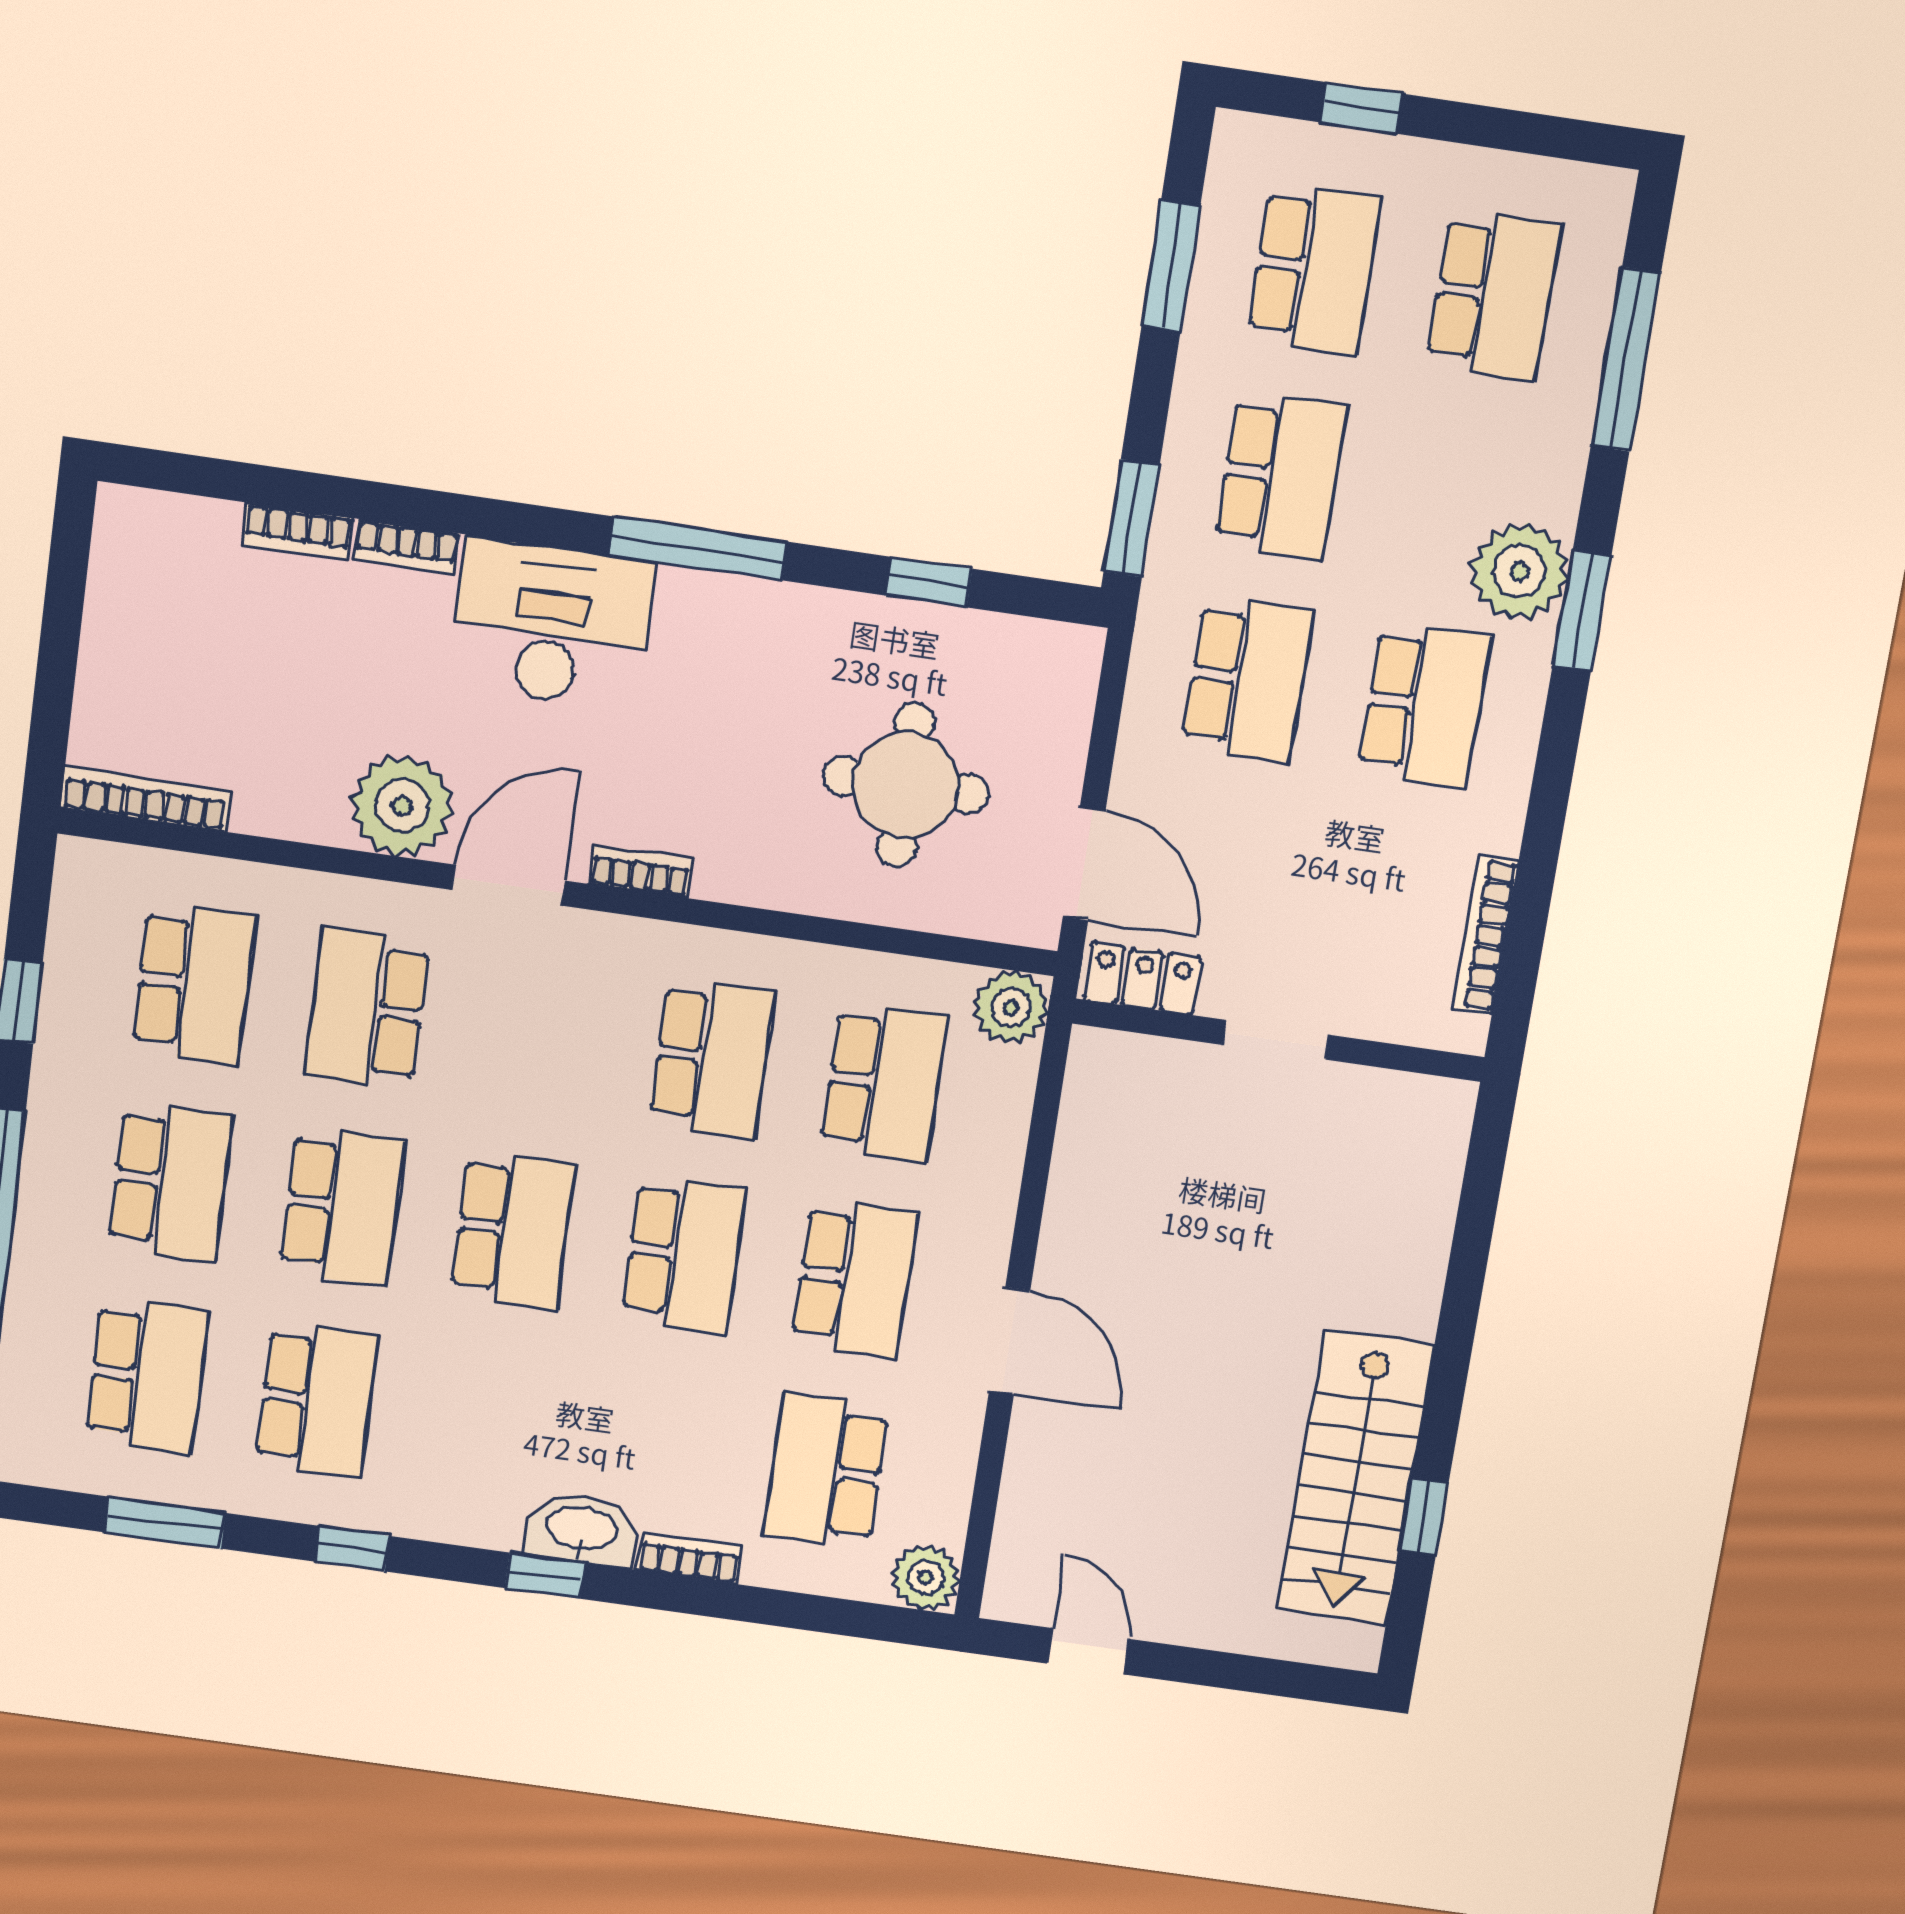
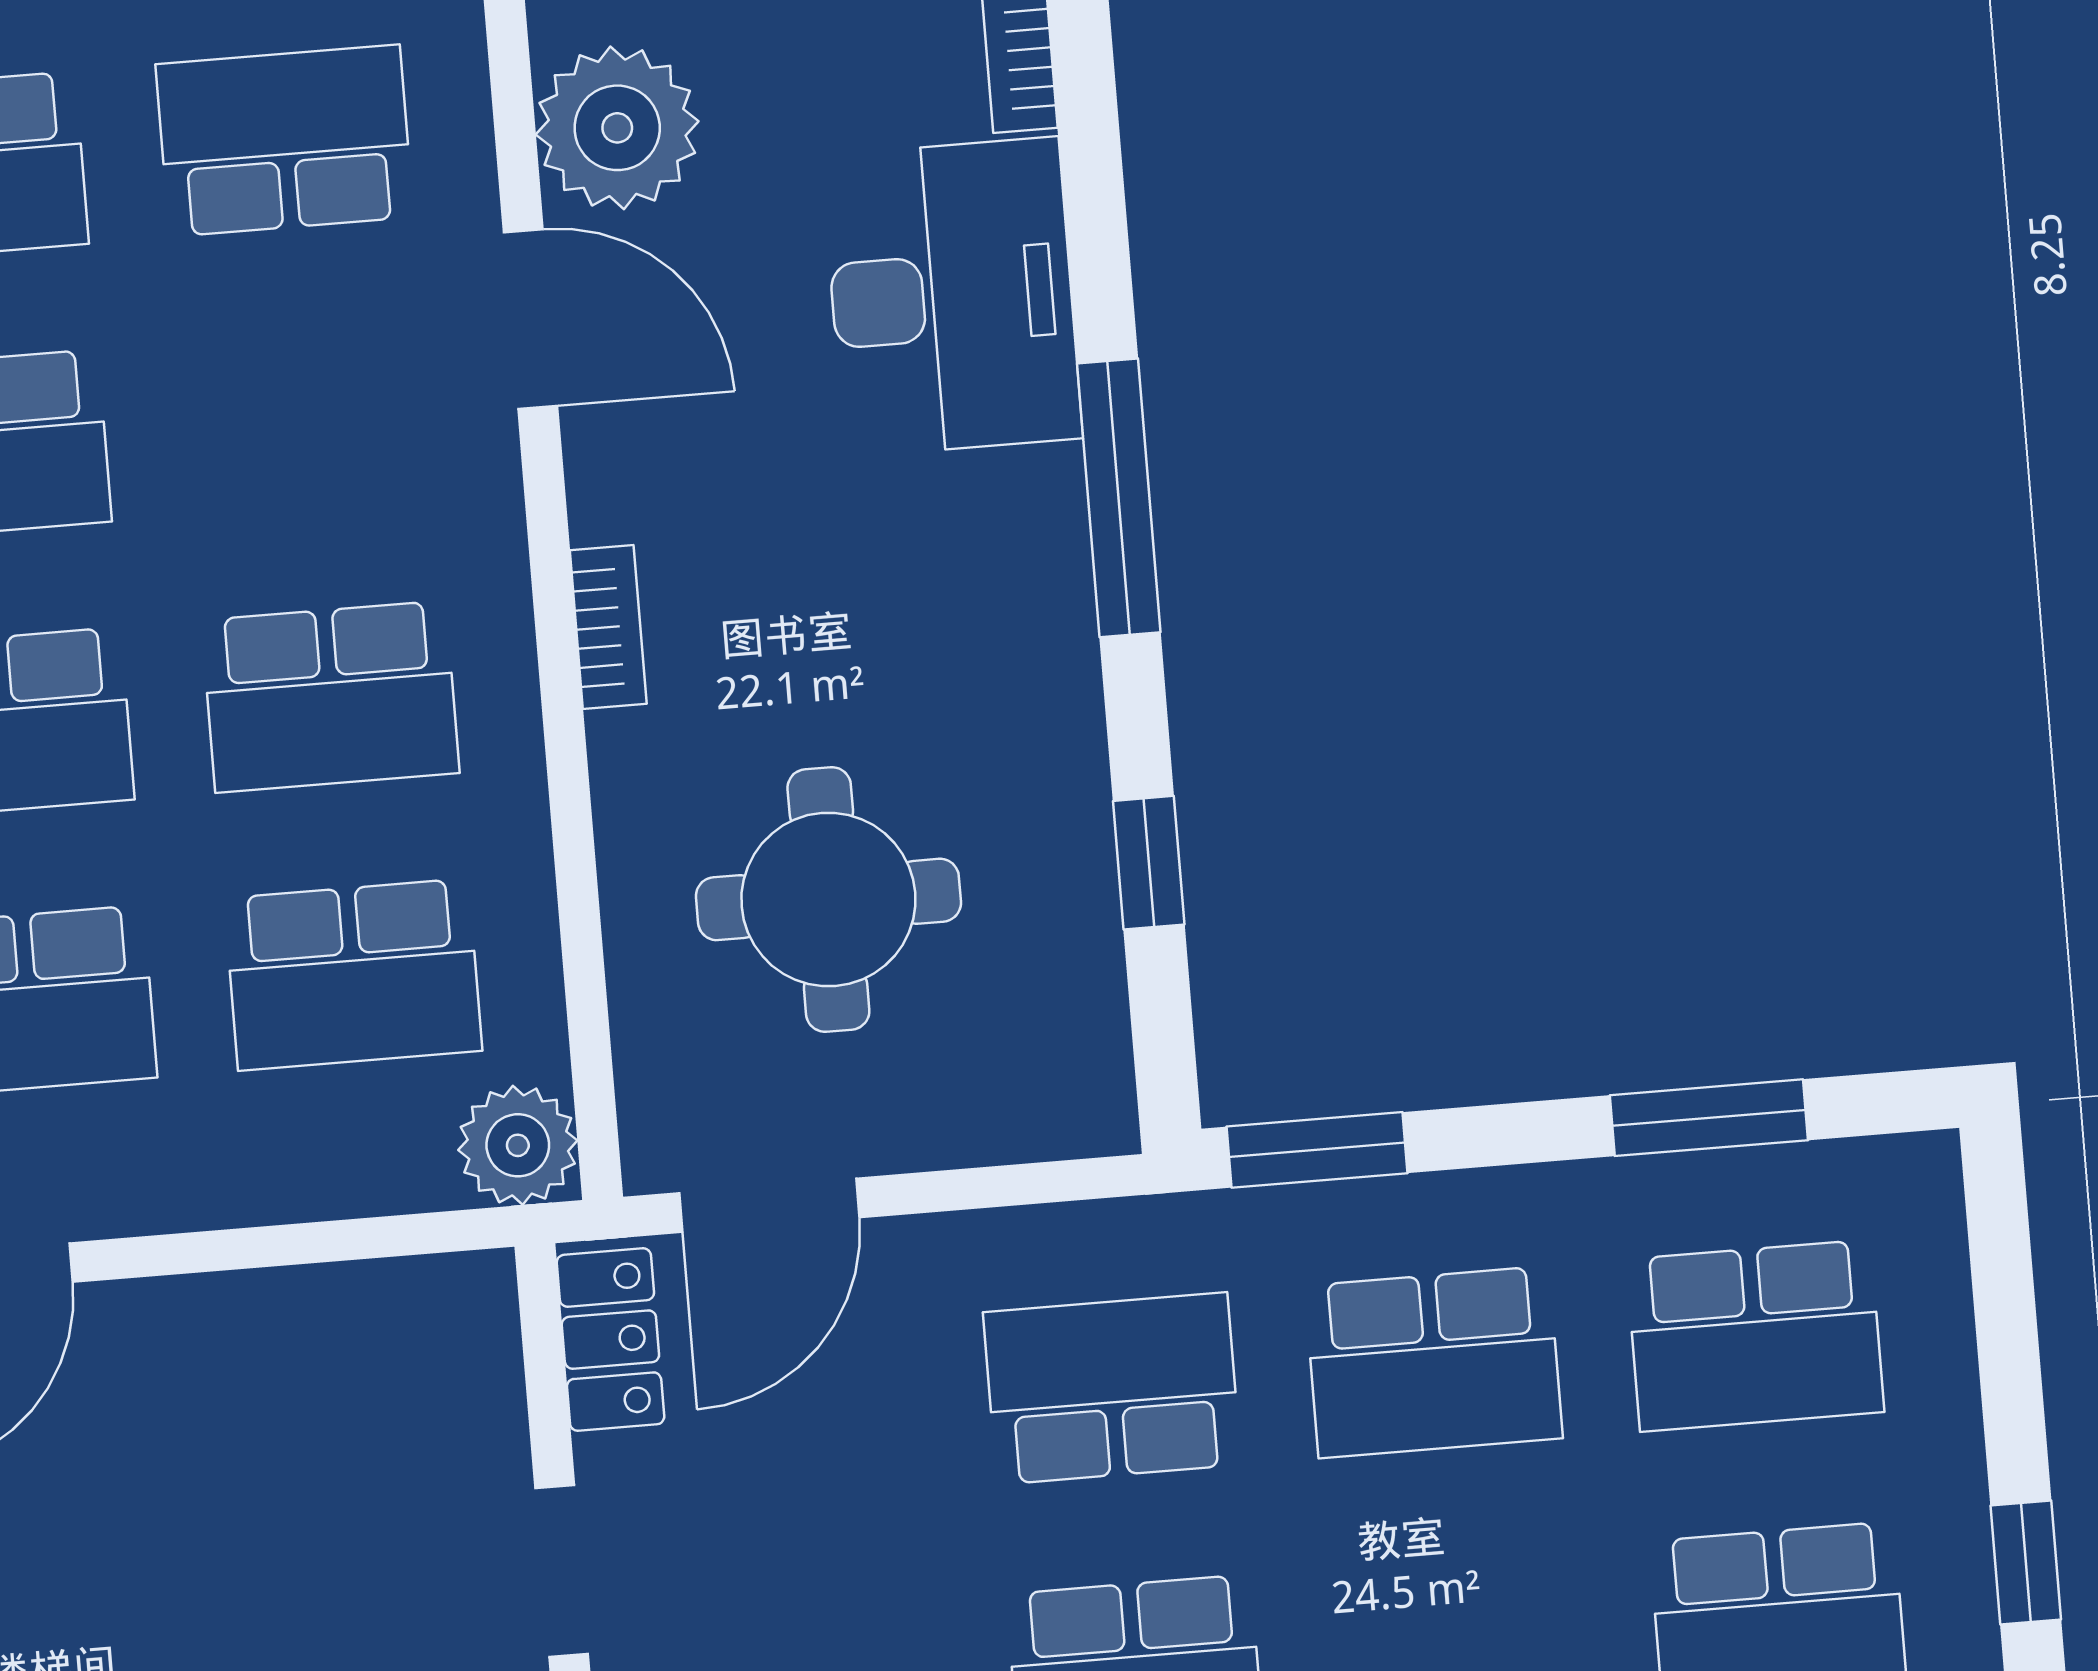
window: (1361, 108) -> (2026, 1562), moved
school desk: (1248, 680) -> (1112, 1388), turned 180
bookcase: (641, 871) -> (608, 627), moved

